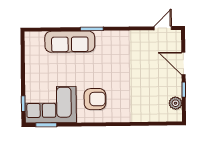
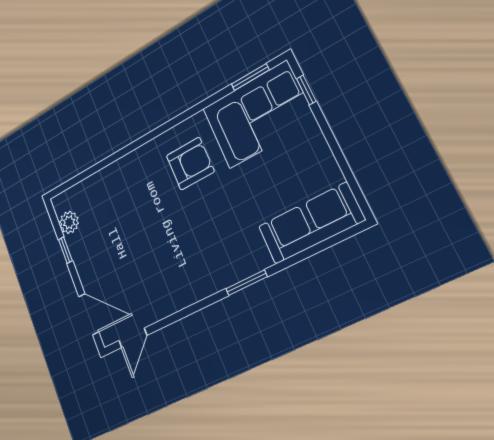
sofa: (70, 42) -> (311, 223), moved
door: (183, 64) -> (89, 314), moved
armchair: (95, 99) -> (190, 164), turned 180

